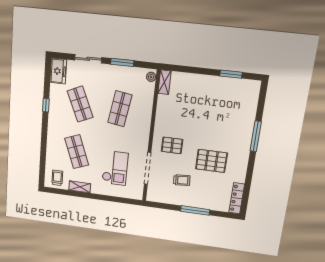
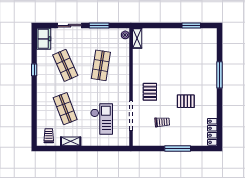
pallet: (172, 145) -> (150, 92), turned 90
pallet: (211, 161) -> (186, 101), width x0.67, depth x0.71

